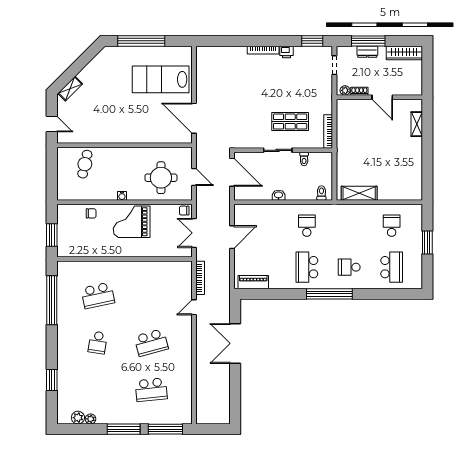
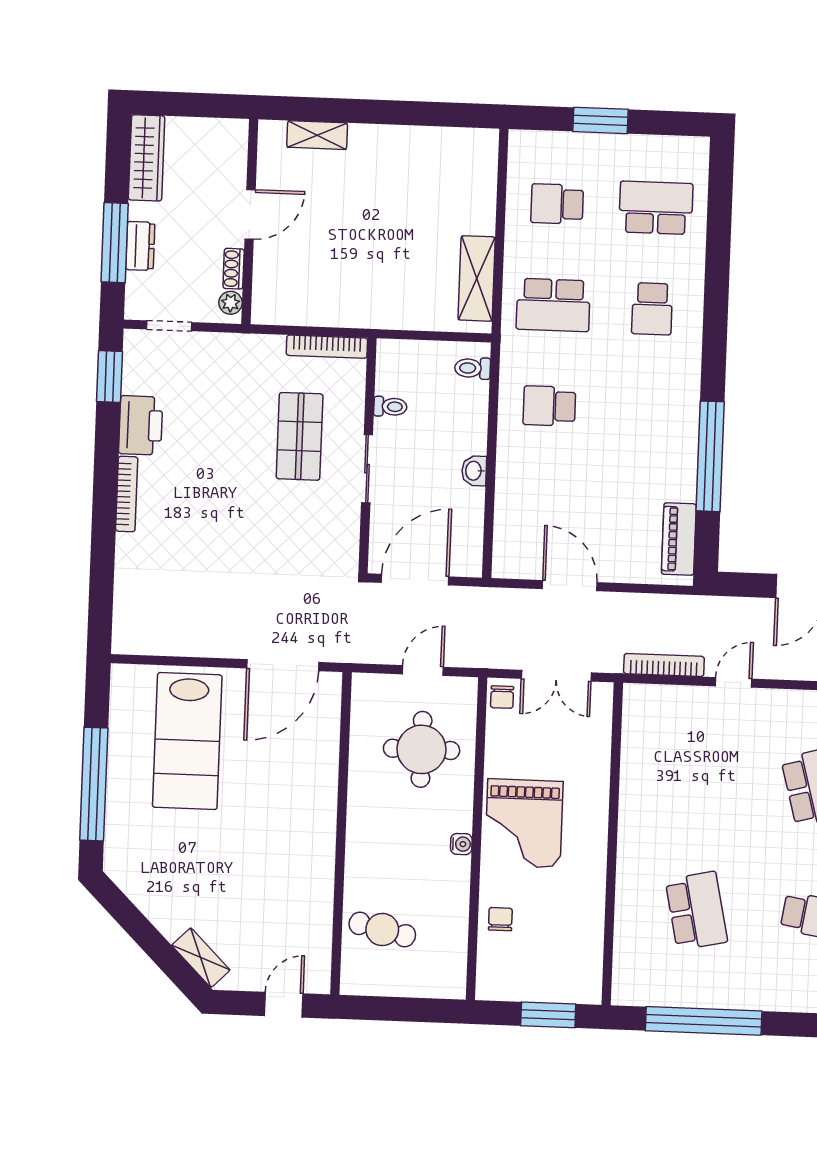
printer: (286, 52) -> (141, 425), width x1.87, depth x1.48
school desk: (307, 267) -> (553, 305), moved
window: (329, 294) -> (710, 456), moved
door: (194, 307) -> (734, 682), swing flipped

